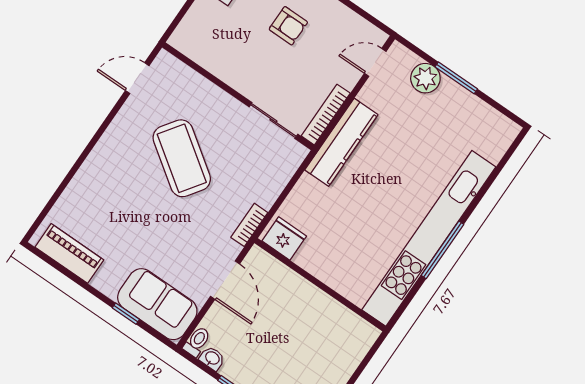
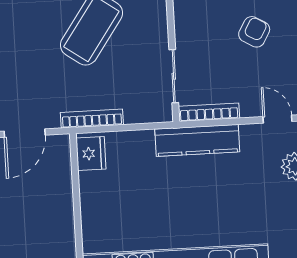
armchair: (288, 26) -> (254, 32), turned -150
bookcase: (249, 225) -> (92, 119), width x1.56

